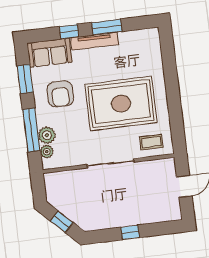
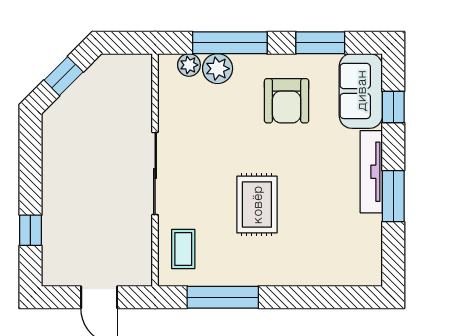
window: (69, 32) -> (393, 107), moved
armchair: (60, 94) -> (287, 101), turned -90
rug: (121, 104) -> (257, 205), width x0.54, depth x0.49
window: (176, 116) -> (223, 297), added
window: (130, 232) -> (30, 230), moved

